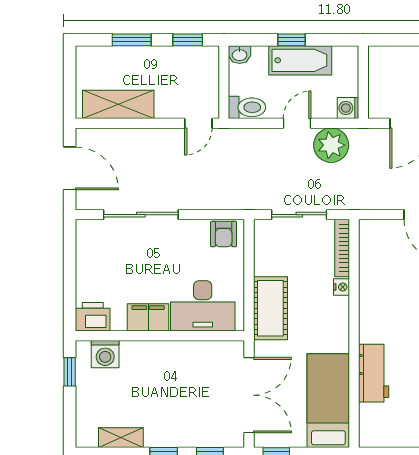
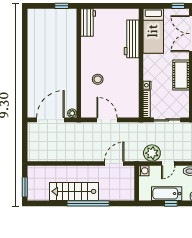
workbench: (374, 373) -> (132, 39), width x1.38

